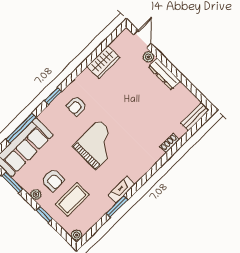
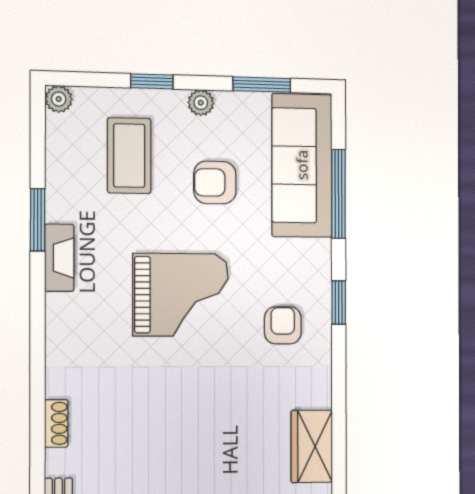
grand piano: (97, 145) -> (181, 295), turned -90
armchair: (53, 180) -> (215, 183), moved

